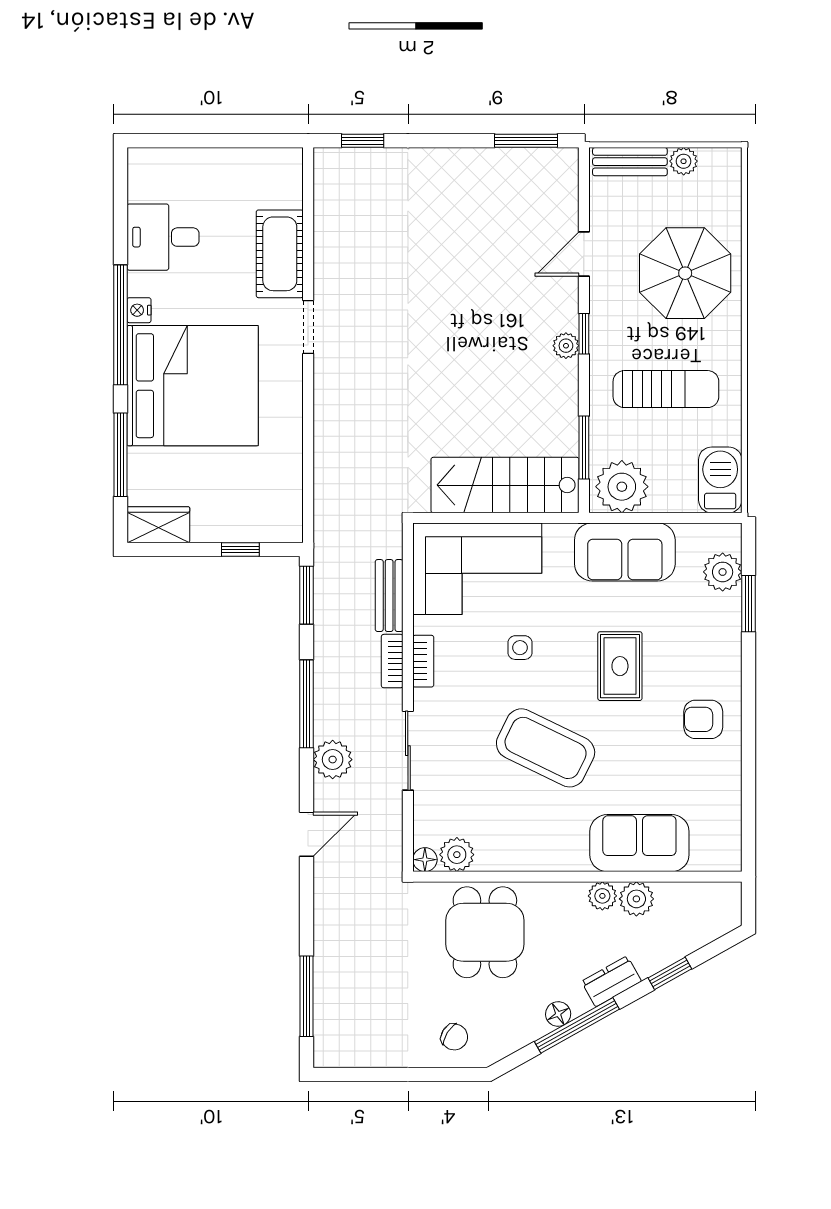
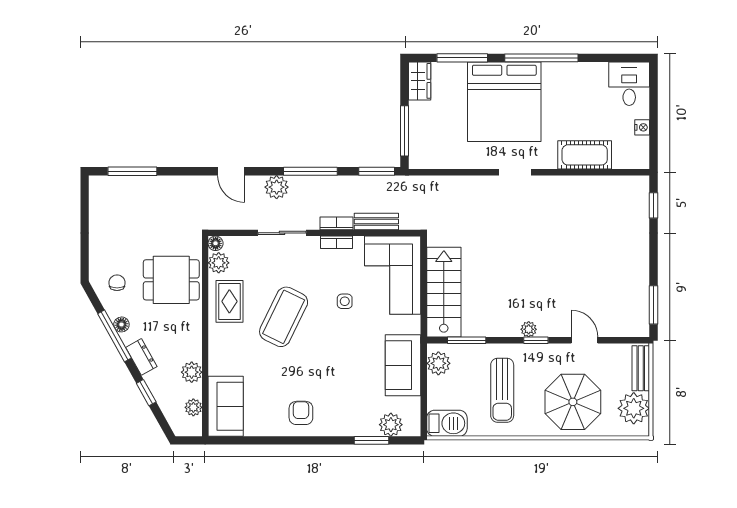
plant: (684, 161) -> (634, 408), width x1.87, depth x1.87
desk: (163, 237) -> (629, 84), moved
nightstand: (139, 310) -> (642, 127), moved, turned 90
doorway: (308, 327) -> (515, 172), moved
plant: (622, 487) -> (438, 363), width x0.73, depth x0.73
window: (240, 549) -> (405, 131), width x2.17
rug: (620, 666) -> (229, 301), moved, turned 90
sofa: (639, 843) -> (226, 406), moved
plant: (602, 896) -> (193, 407), moved
chair: (454, 1037) -> (117, 283), moved, turned 148

